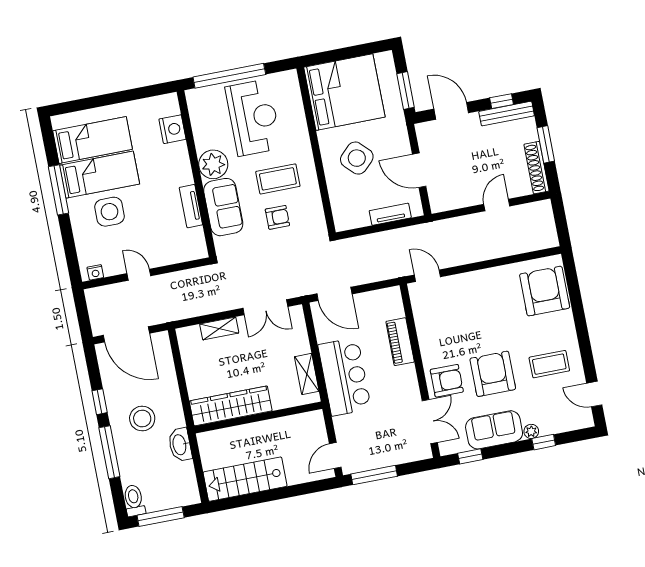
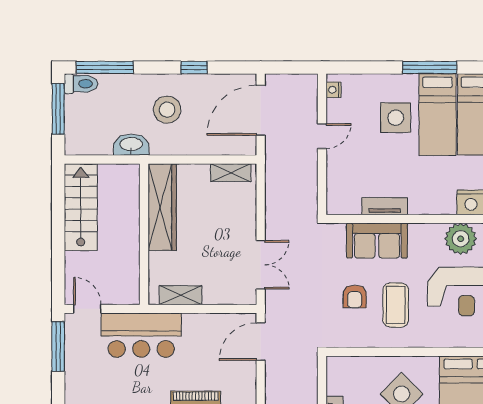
plant: (213, 164) -> (461, 239), moved
double door: (265, 307) -> (261, 265), swing flipped
shelving: (219, 328) -> (231, 173), moved, turned 90
bar counter: (344, 377) -> (141, 335), moved
window: (109, 452) -> (105, 68), moved

